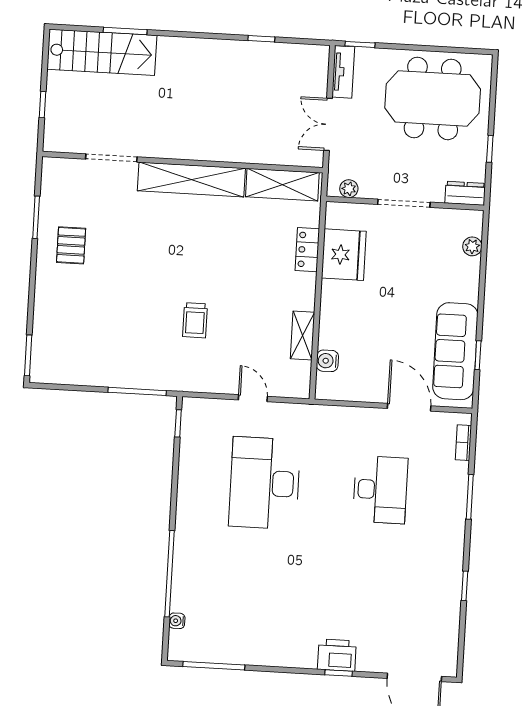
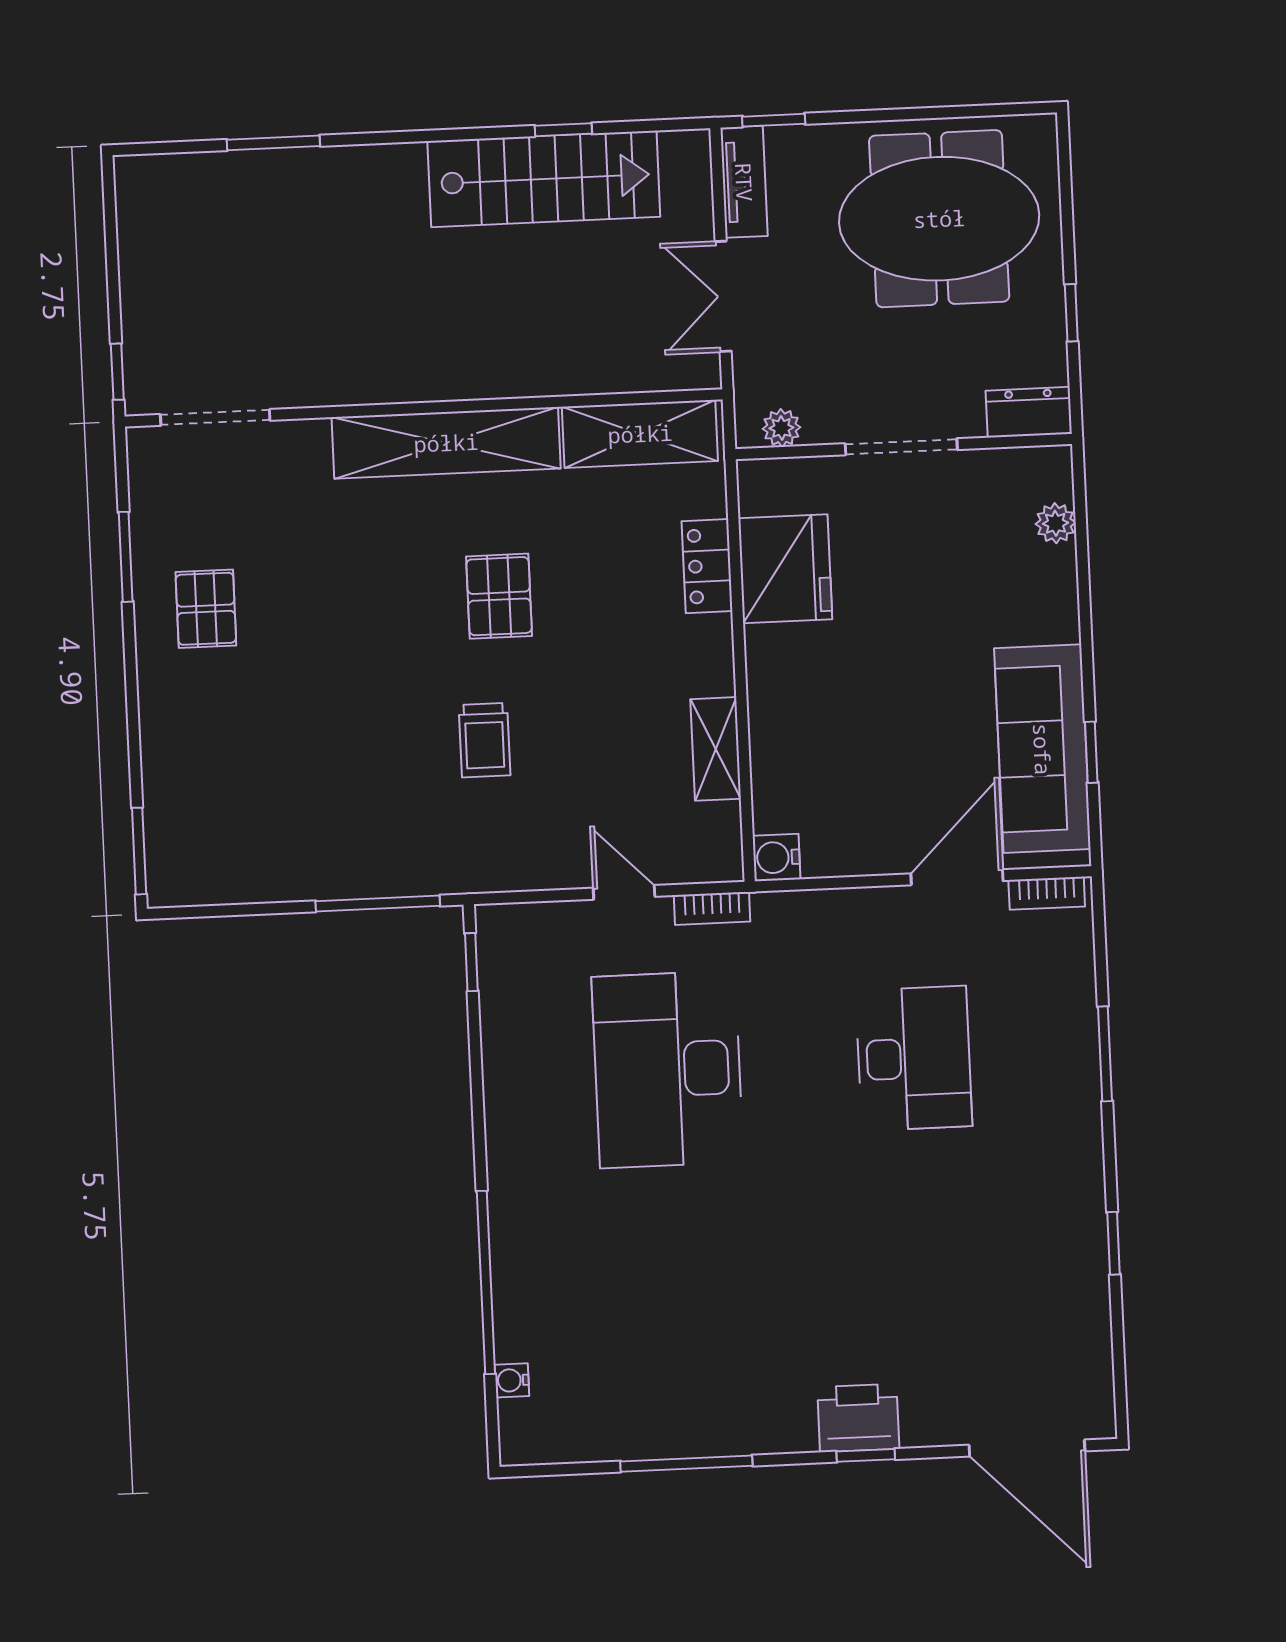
stairs: (102, 52) -> (544, 179), moved
window: (43, 105) -> (117, 372), moved
doorway: (111, 158) -> (215, 417), moved
pallet: (209, 254) -> (499, 596), added
water cooler: (327, 361) -> (776, 858), moved
door: (409, 407) -> (957, 877), hinge flipped
bookcase: (293, 410) -> (712, 908), added
bookcase: (463, 443) -> (1047, 893), moved, turned -90
window: (214, 666) -> (686, 1464), moved

